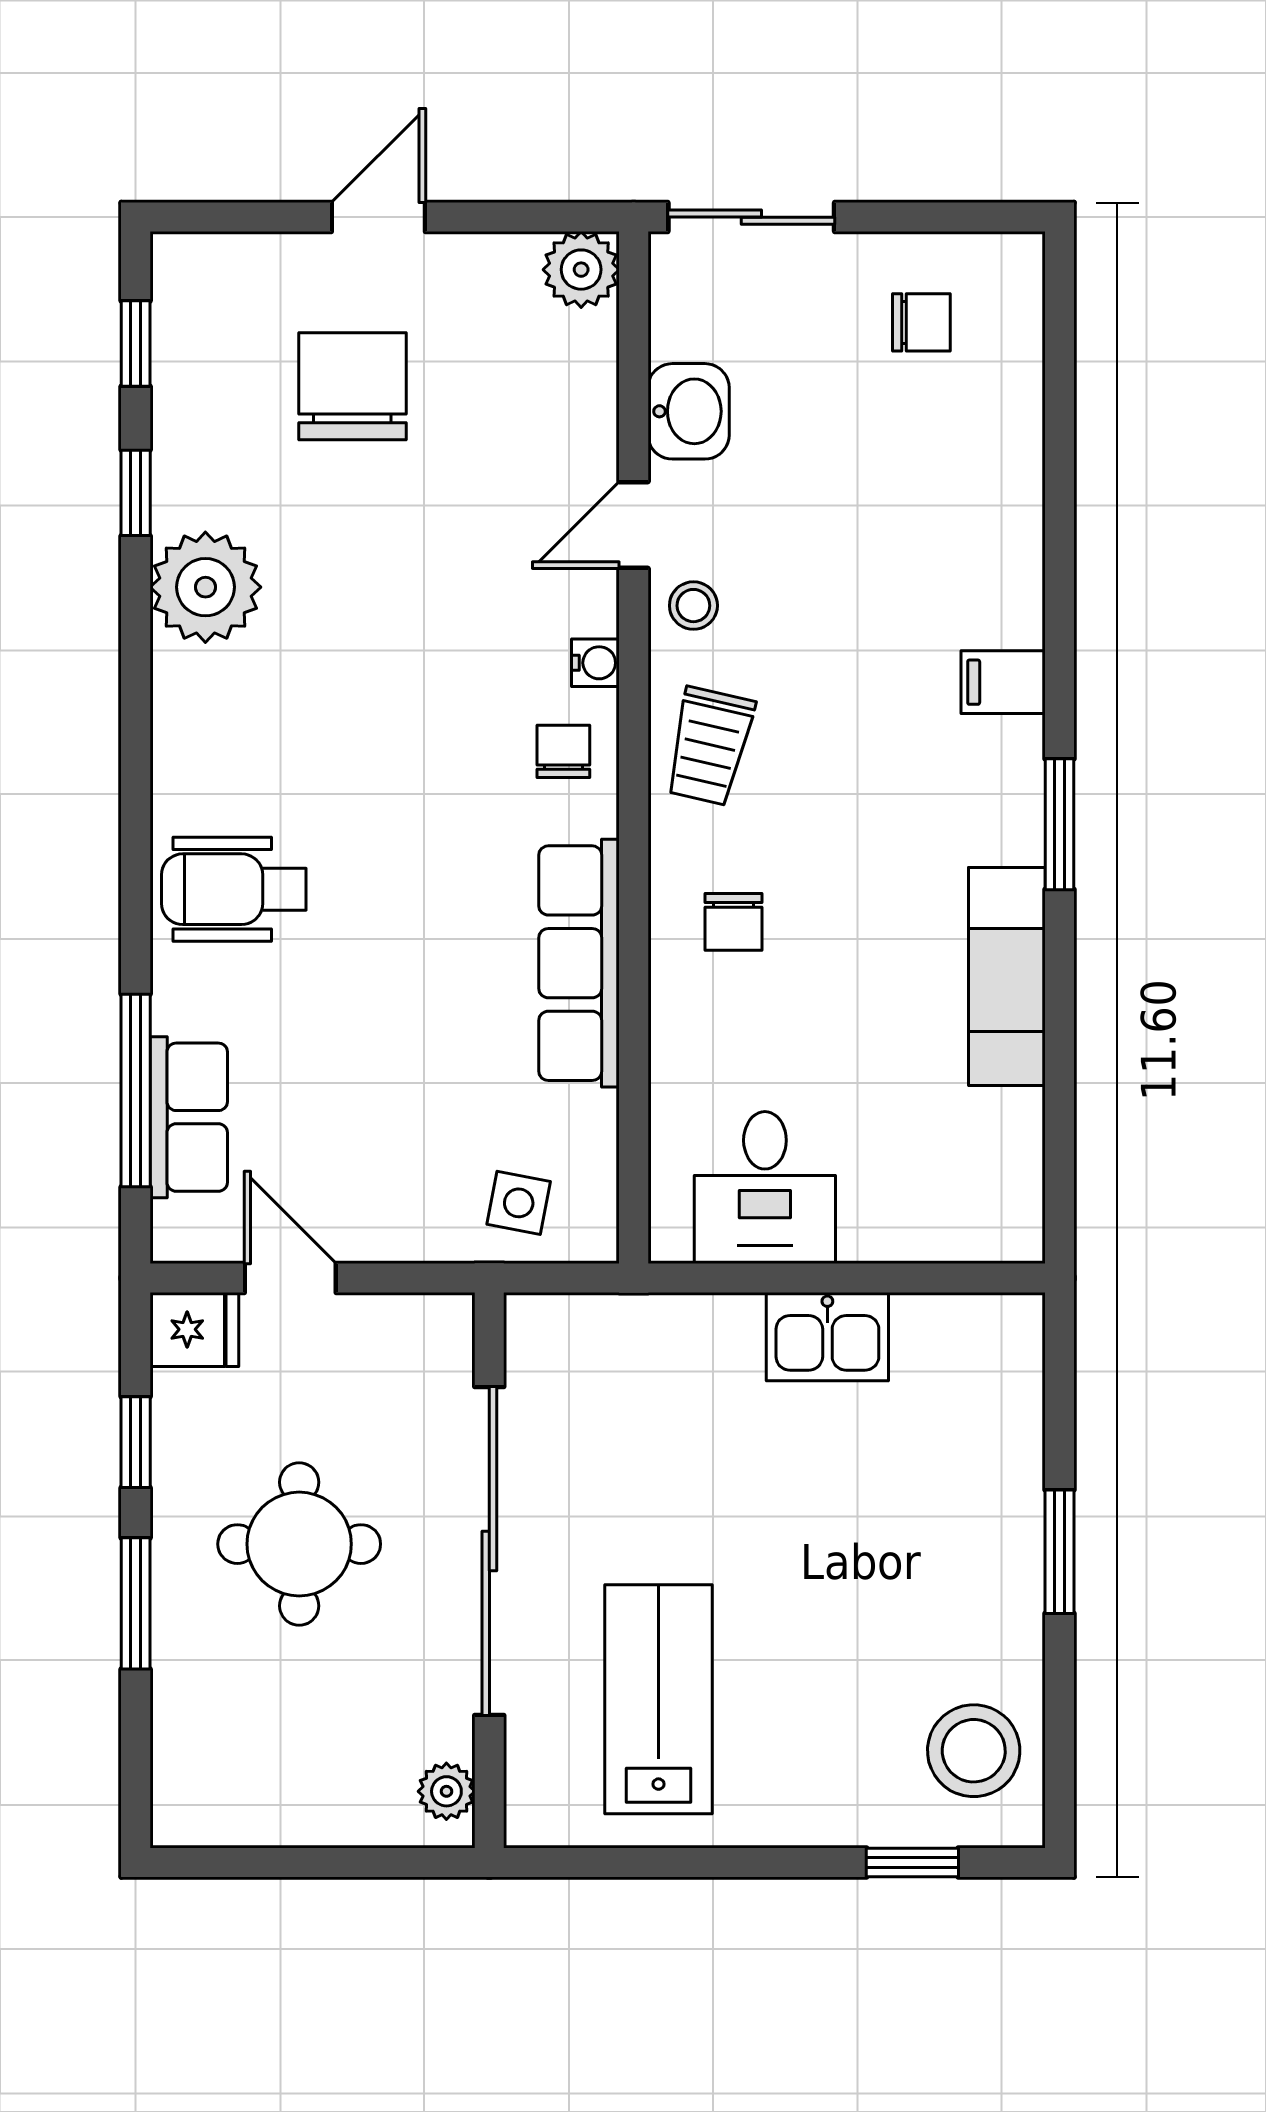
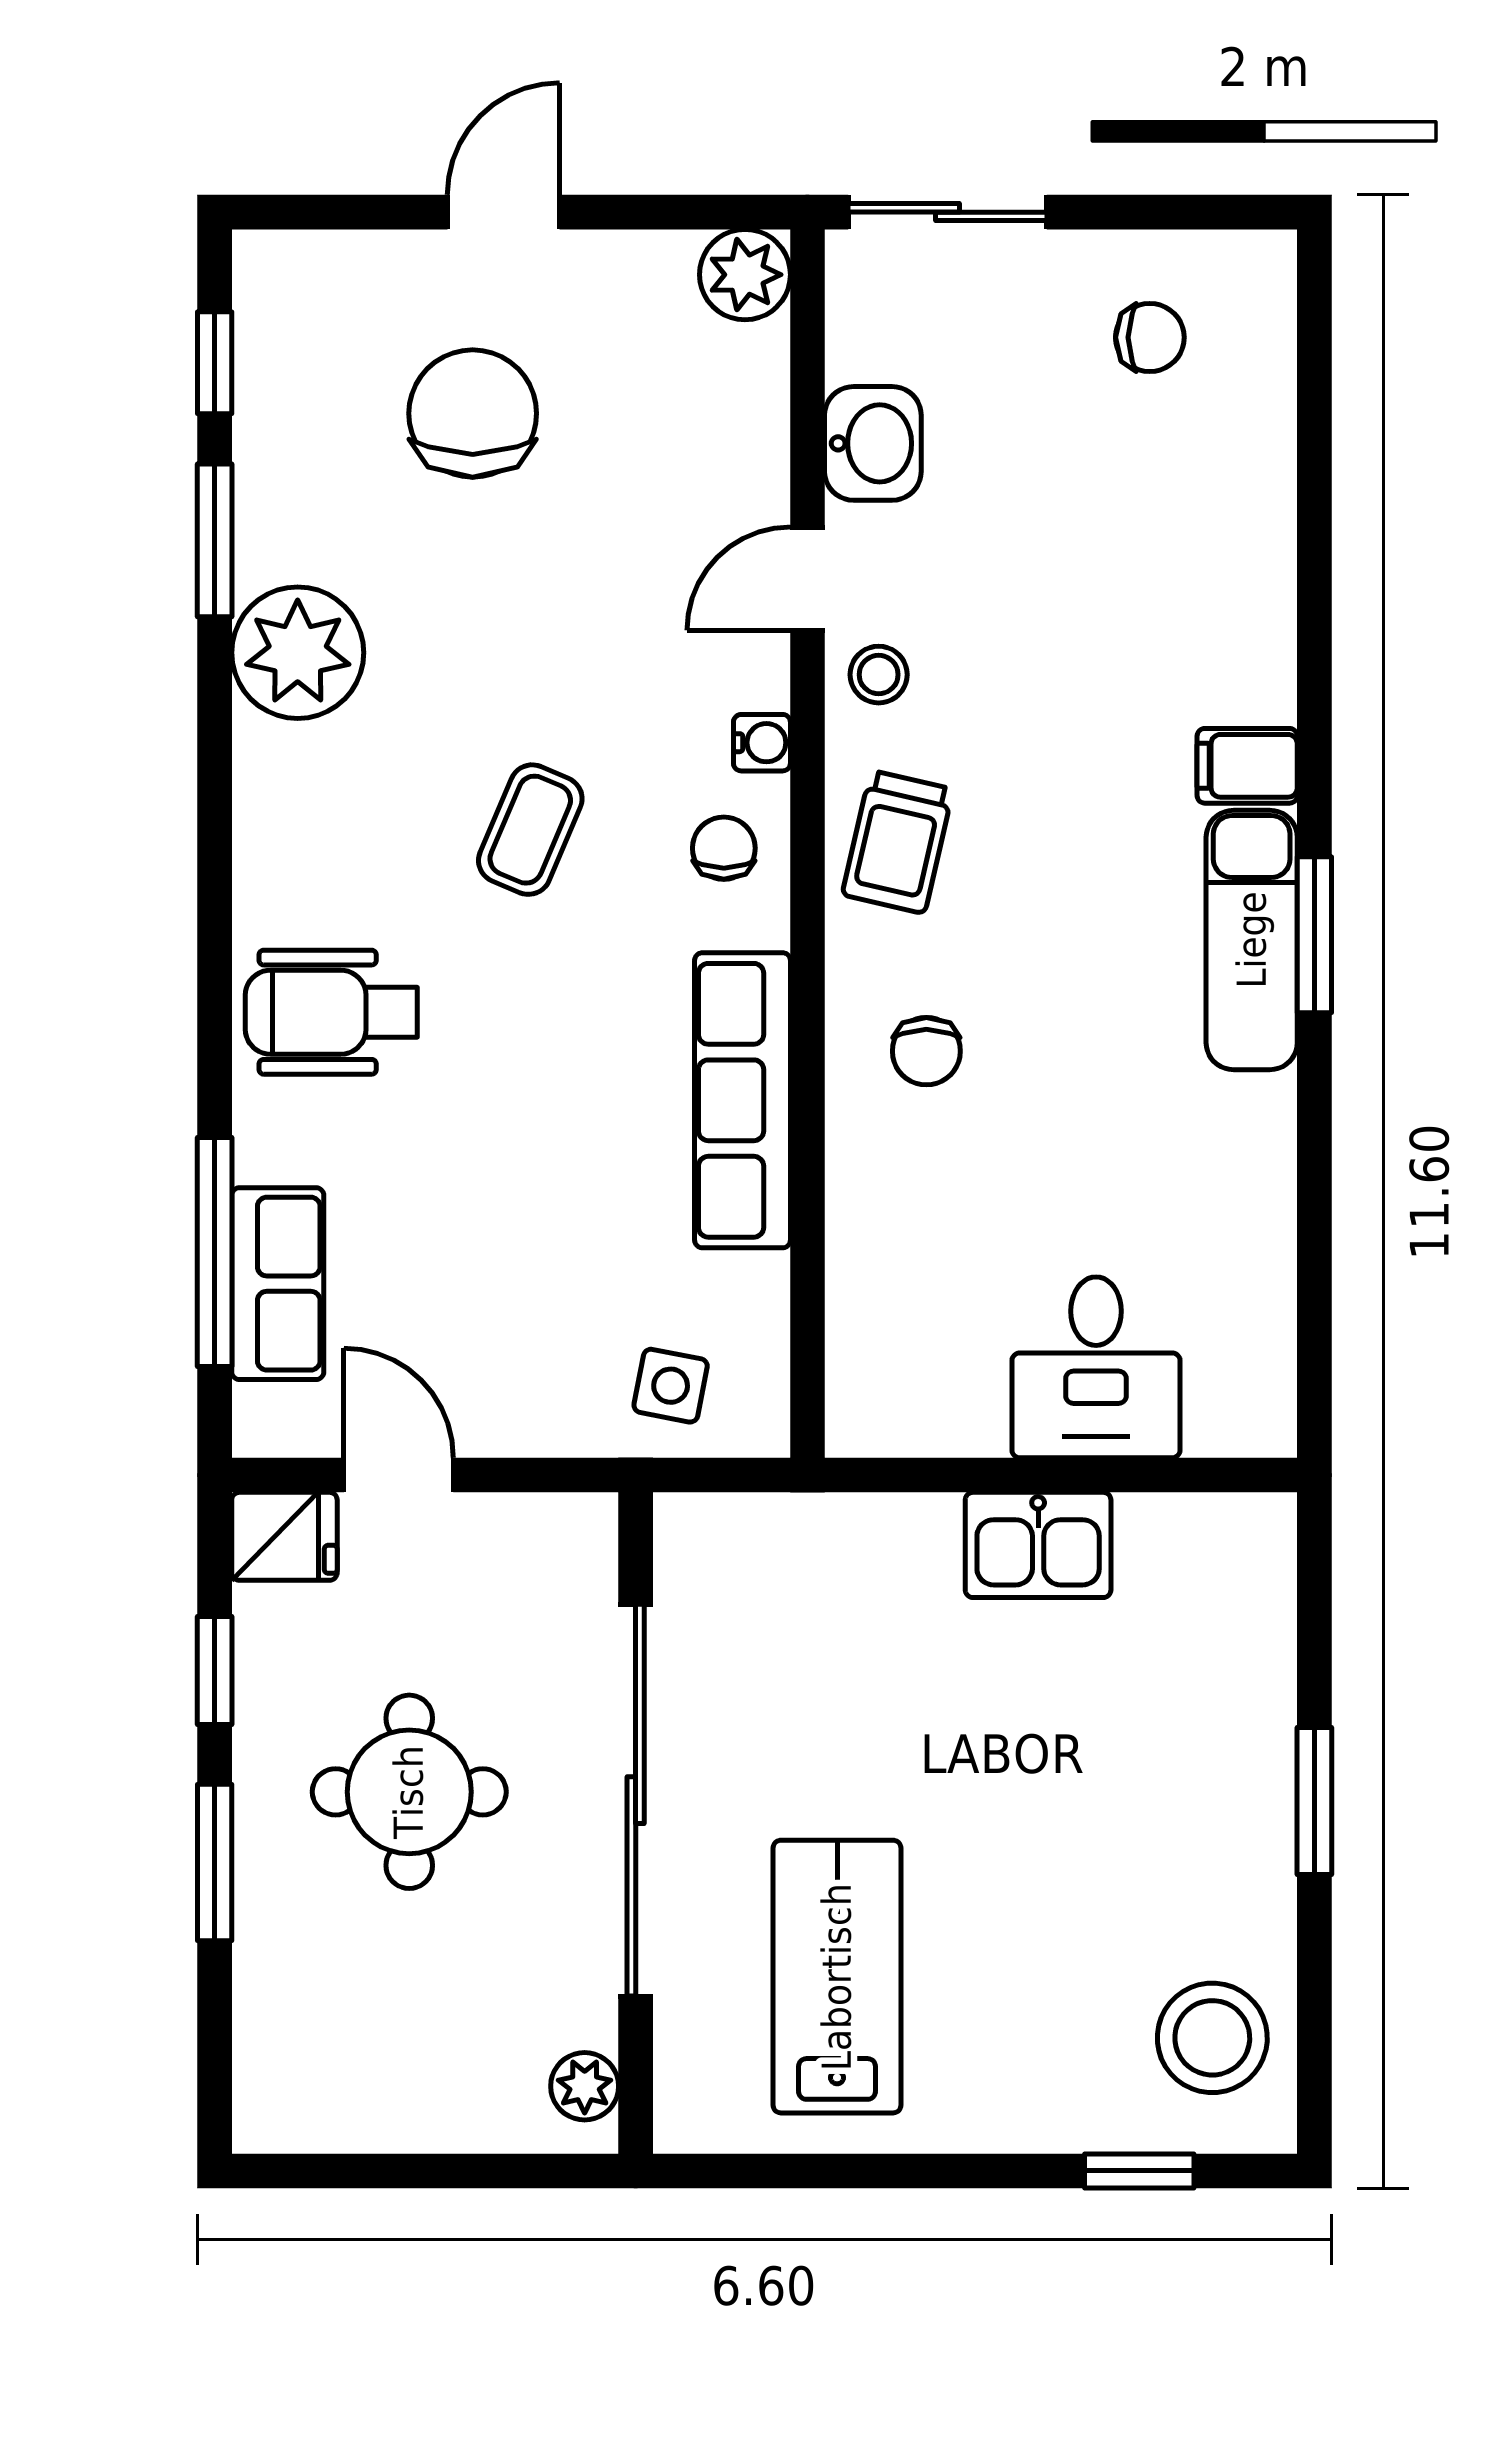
window: (136, 493) -> (215, 540), width x1.50
coffee table: (401, 736) -> (530, 830), added
exam couch: (1007, 977) -> (1252, 940), moved
desk: (765, 1187) -> (1096, 1367), moved

